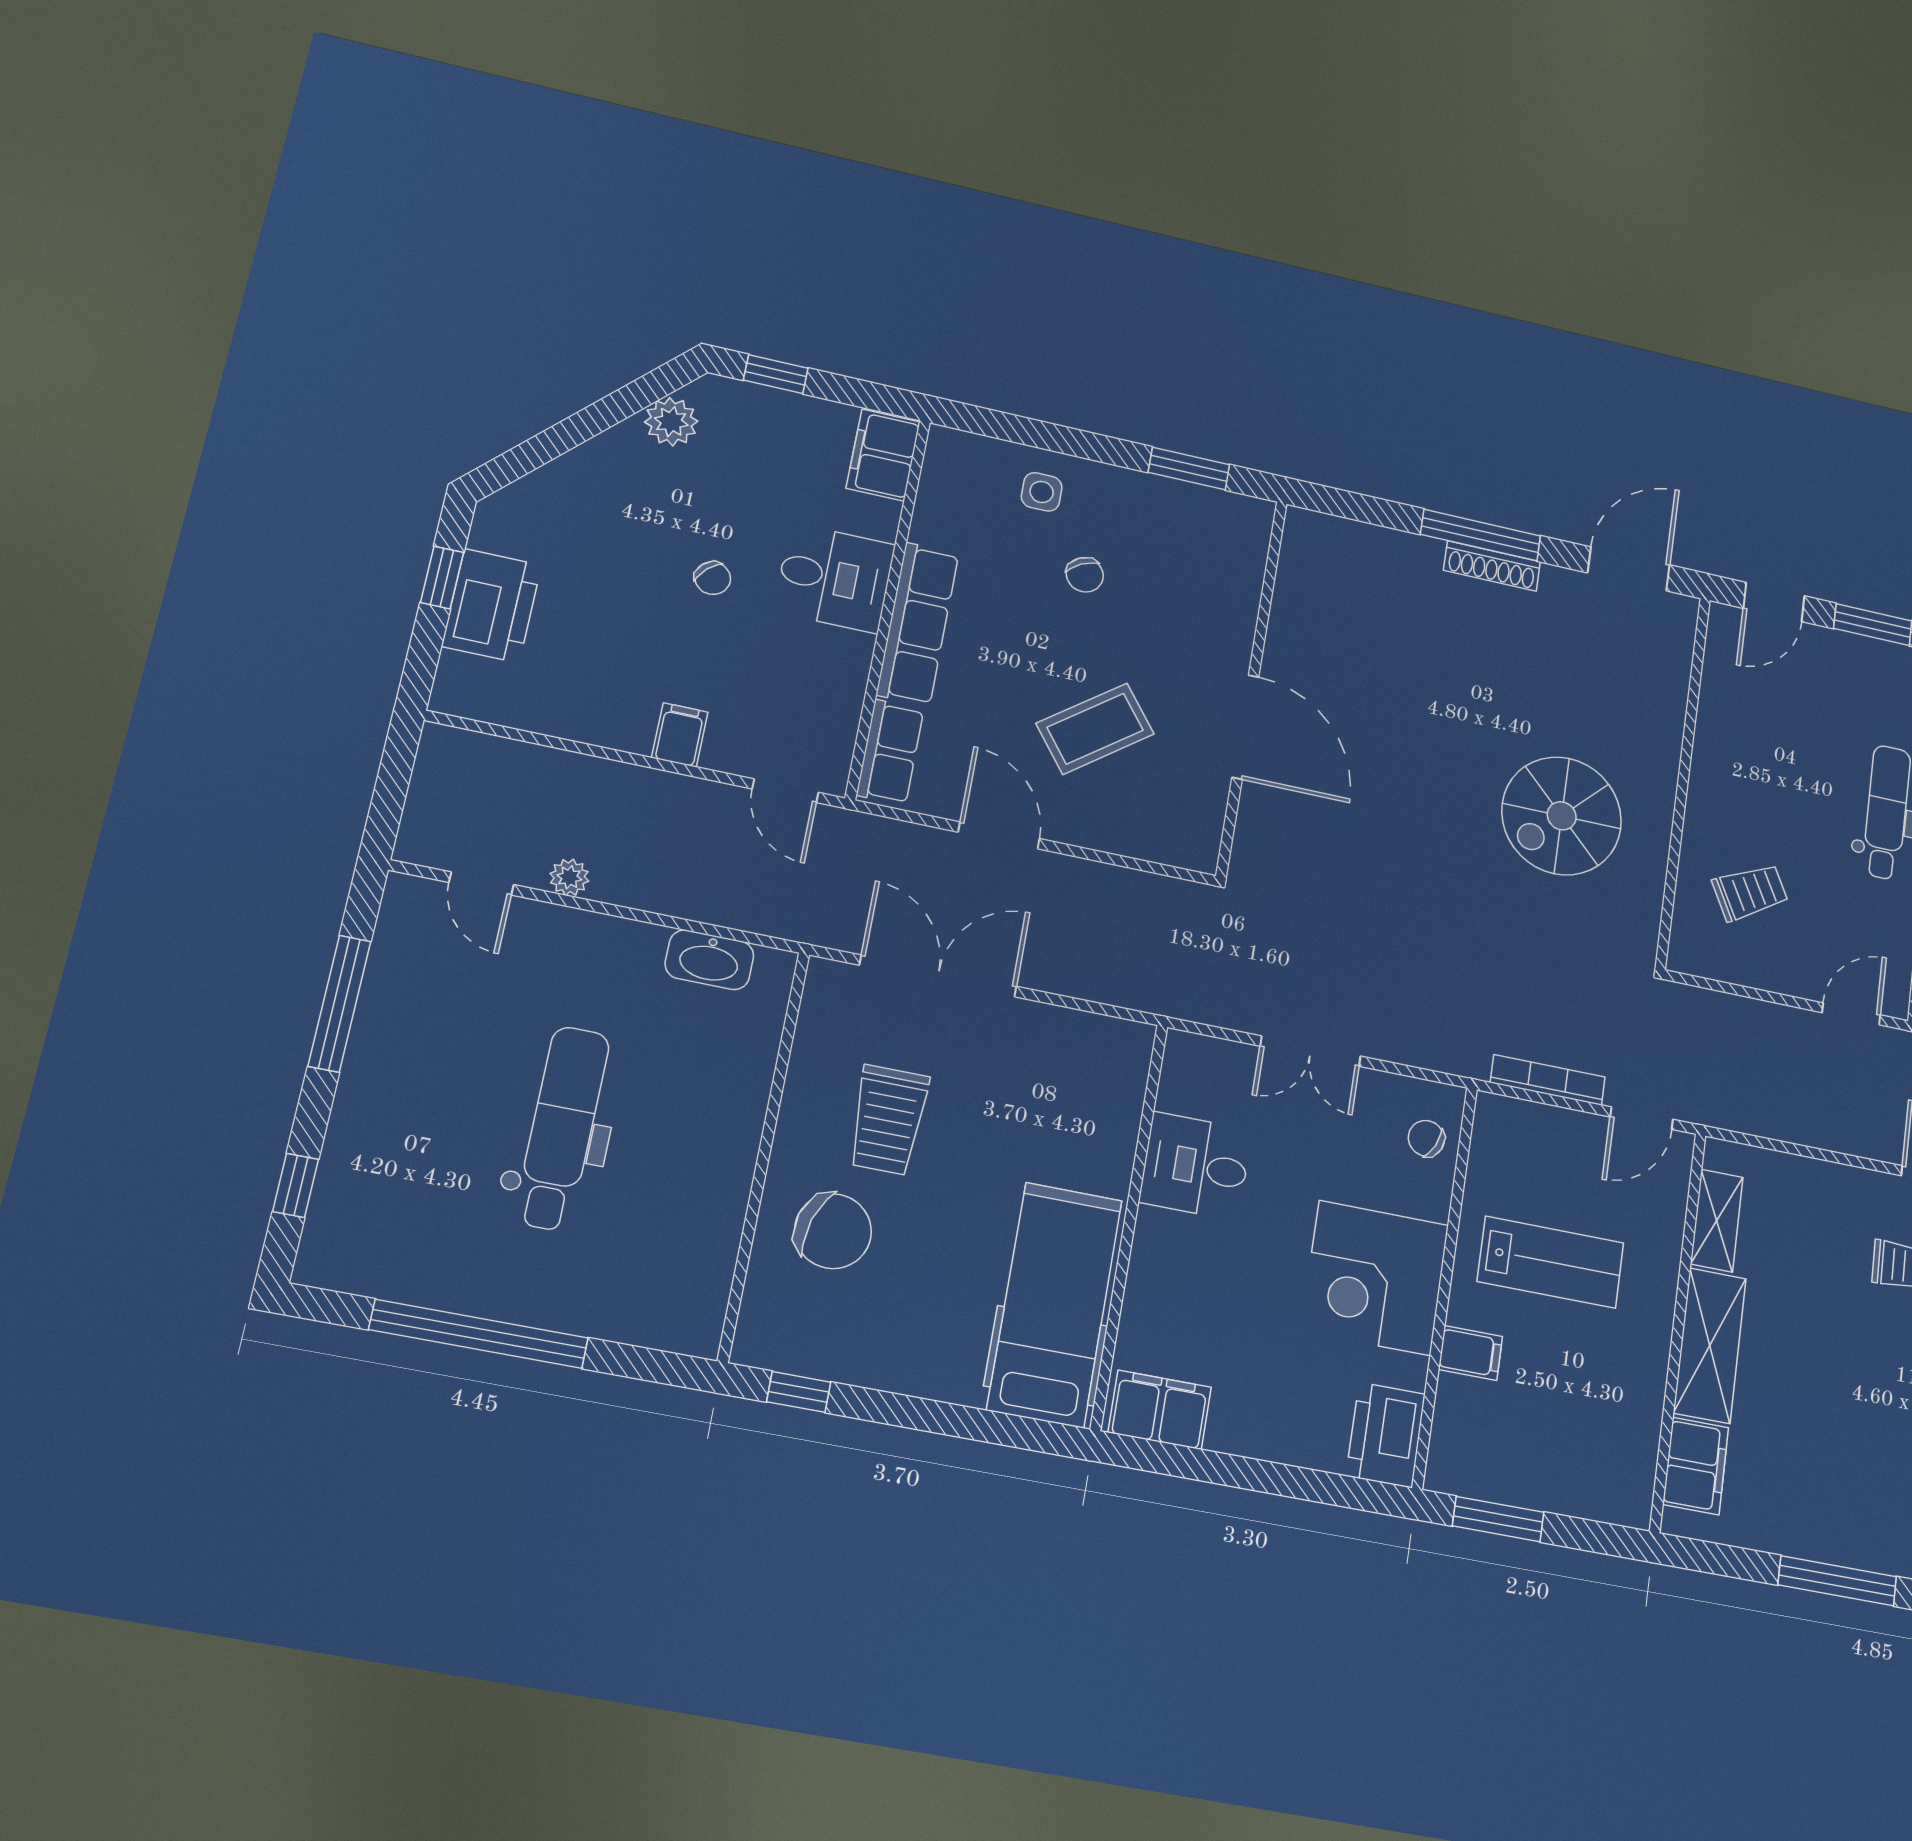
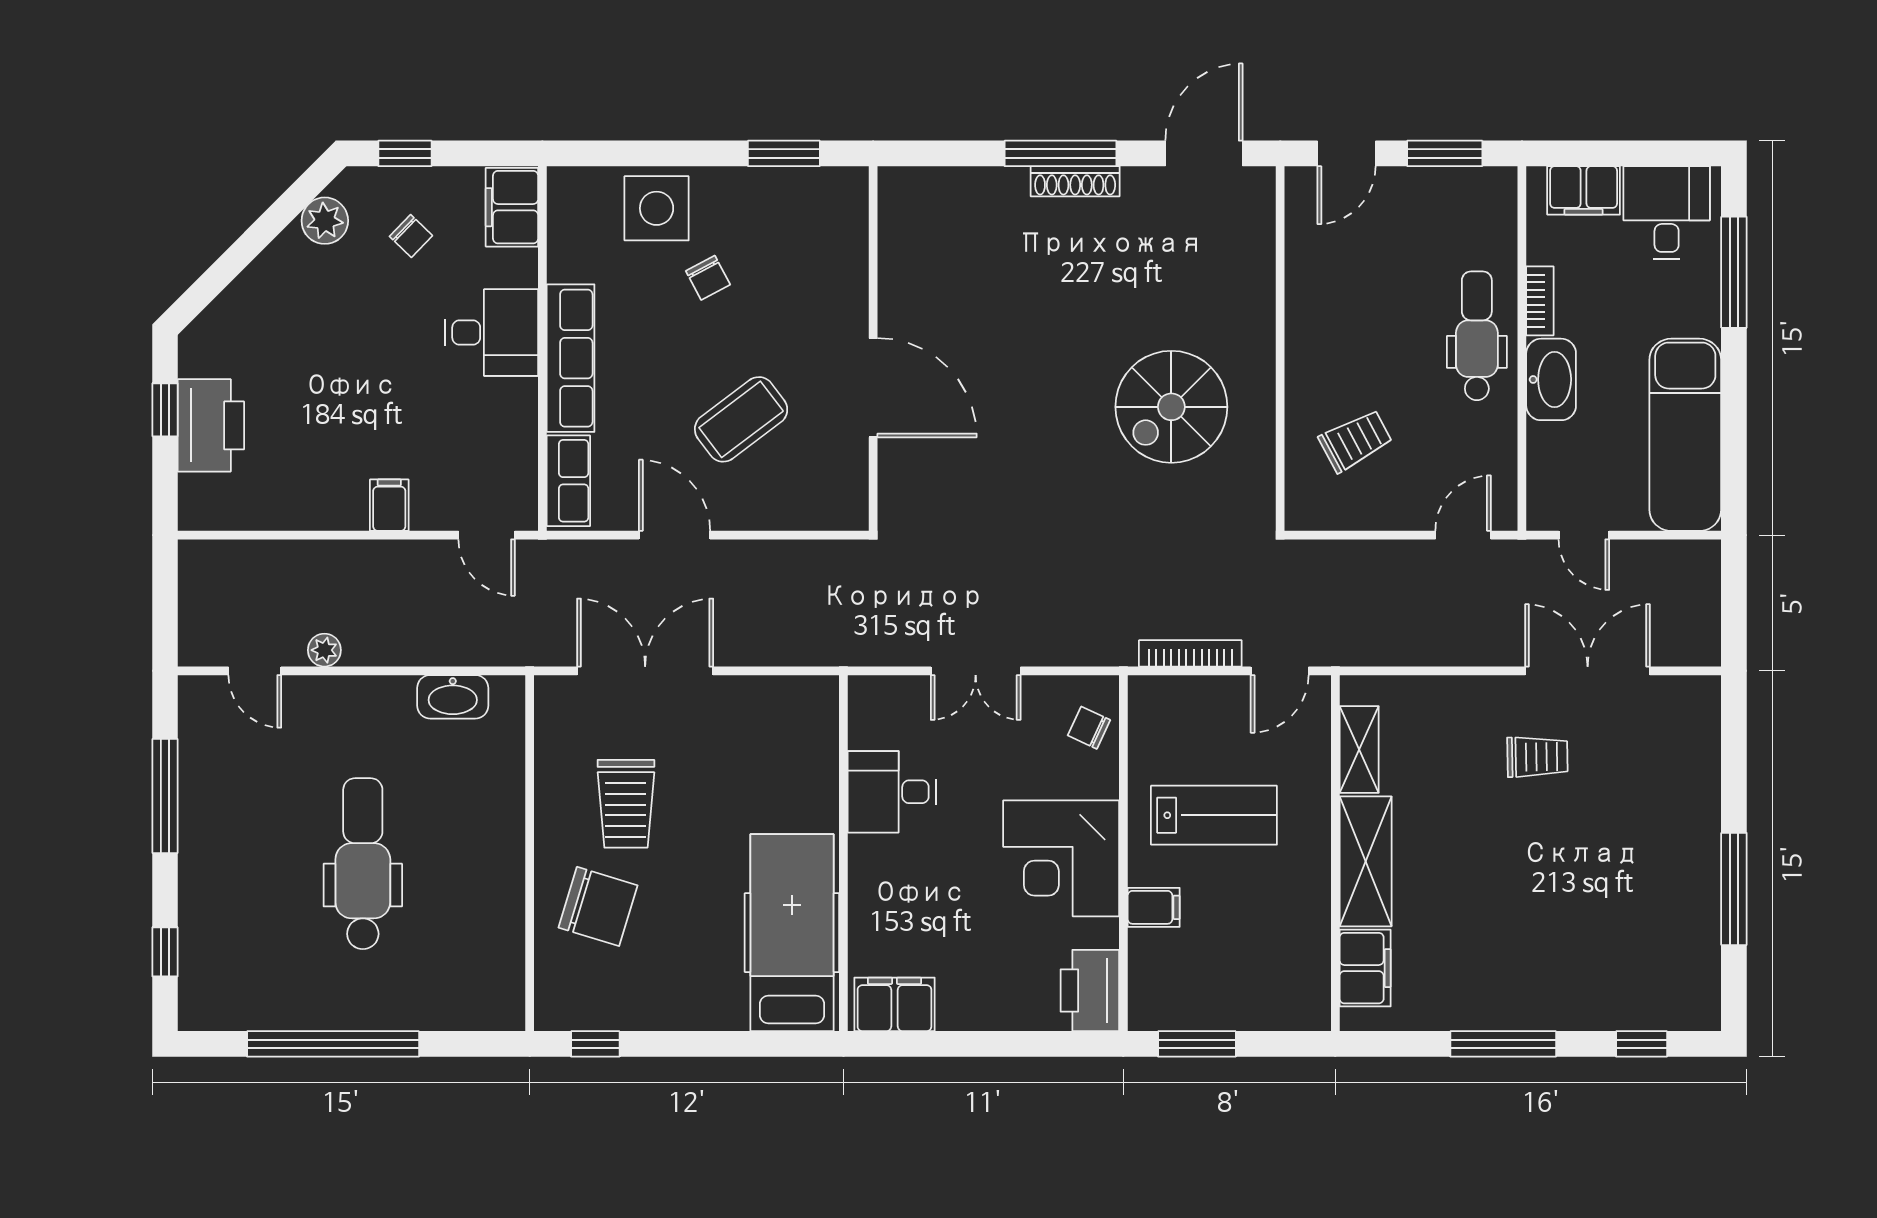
side table: (1042, 492) -> (657, 208), width x1.87, depth x1.87
chair: (713, 578) -> (411, 236), moved

